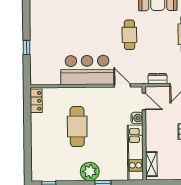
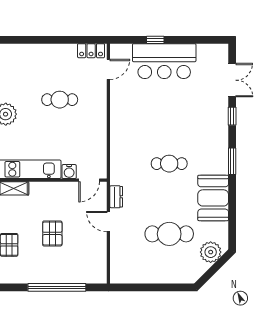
bar counter: (87, 70) -> (164, 61), moved, turned 90
door: (122, 85) -> (108, 69), moved
cafe table: (77, 127) -> (60, 100), width x0.73, depth x0.74

